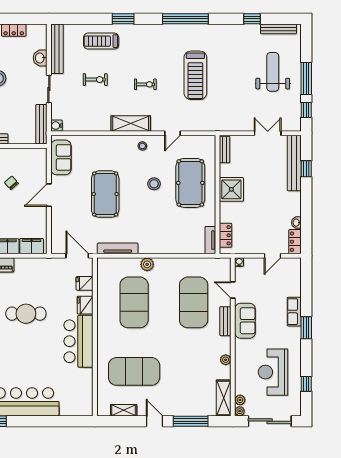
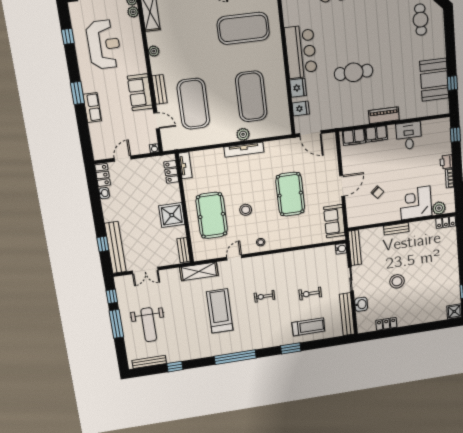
shelving: (131, 123) -> (199, 271), moved
tv unit: (118, 248) -> (244, 150), moved

